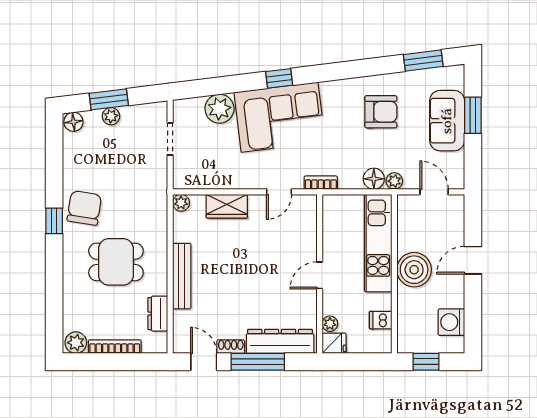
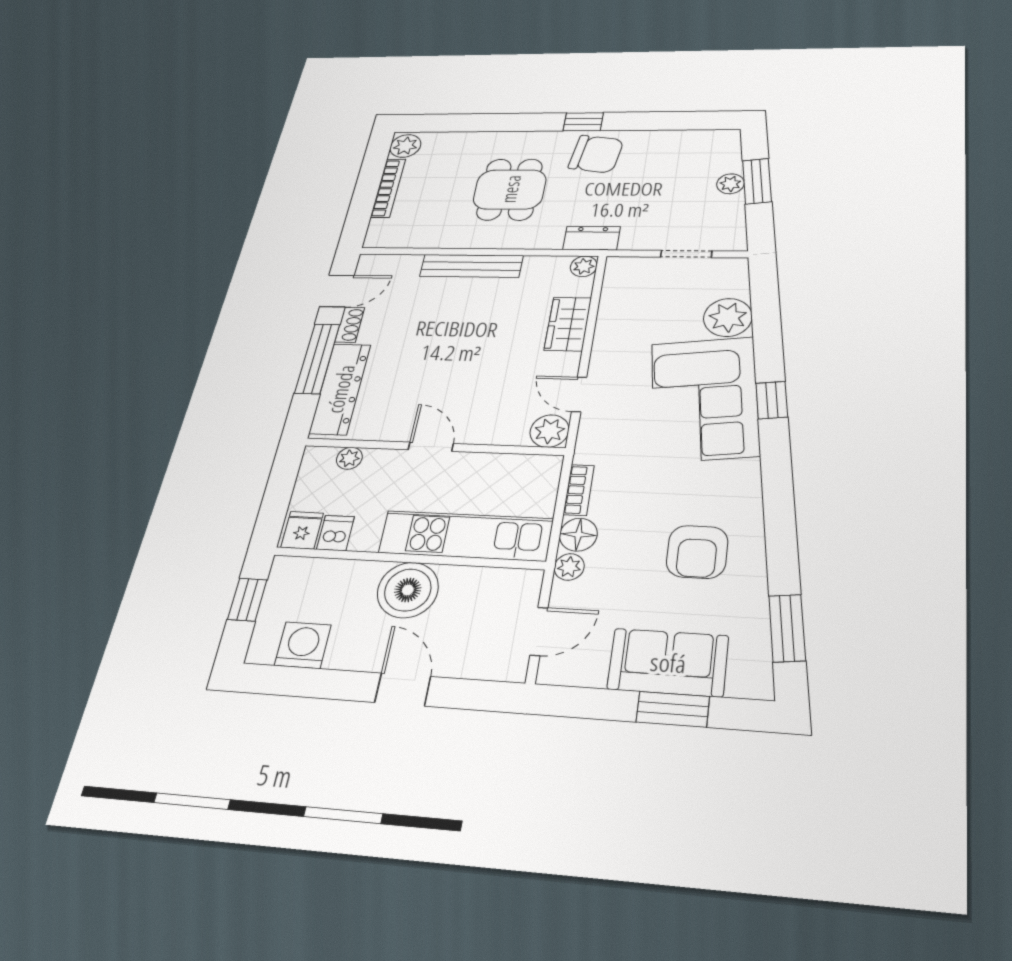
floor lamp: (73, 122) -> (727, 141), removed
bookcase: (321, 183) -> (579, 490), moved
plant: (306, 206) -> (549, 431), added
dresser: (158, 314) -> (592, 238), moved
fridge: (334, 343) -> (302, 530), moved, turned 180

